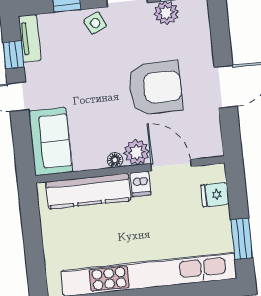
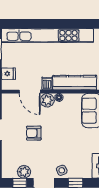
armchair: (155, 88) -> (34, 133), width x0.53, depth x0.53

